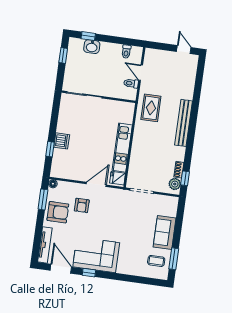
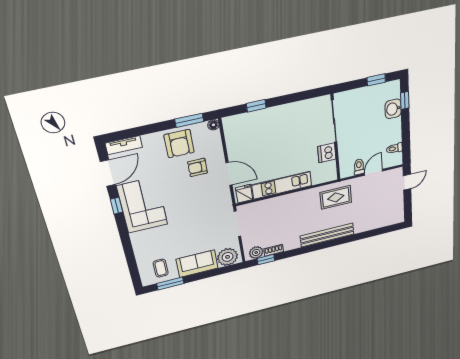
door: (184, 50) -> (407, 182), moved
dishwasher: (62, 141) -> (327, 153), moved, turned 90
plant: (169, 207) -> (228, 257), added
tv unit: (45, 245) -> (124, 145), width x0.71

